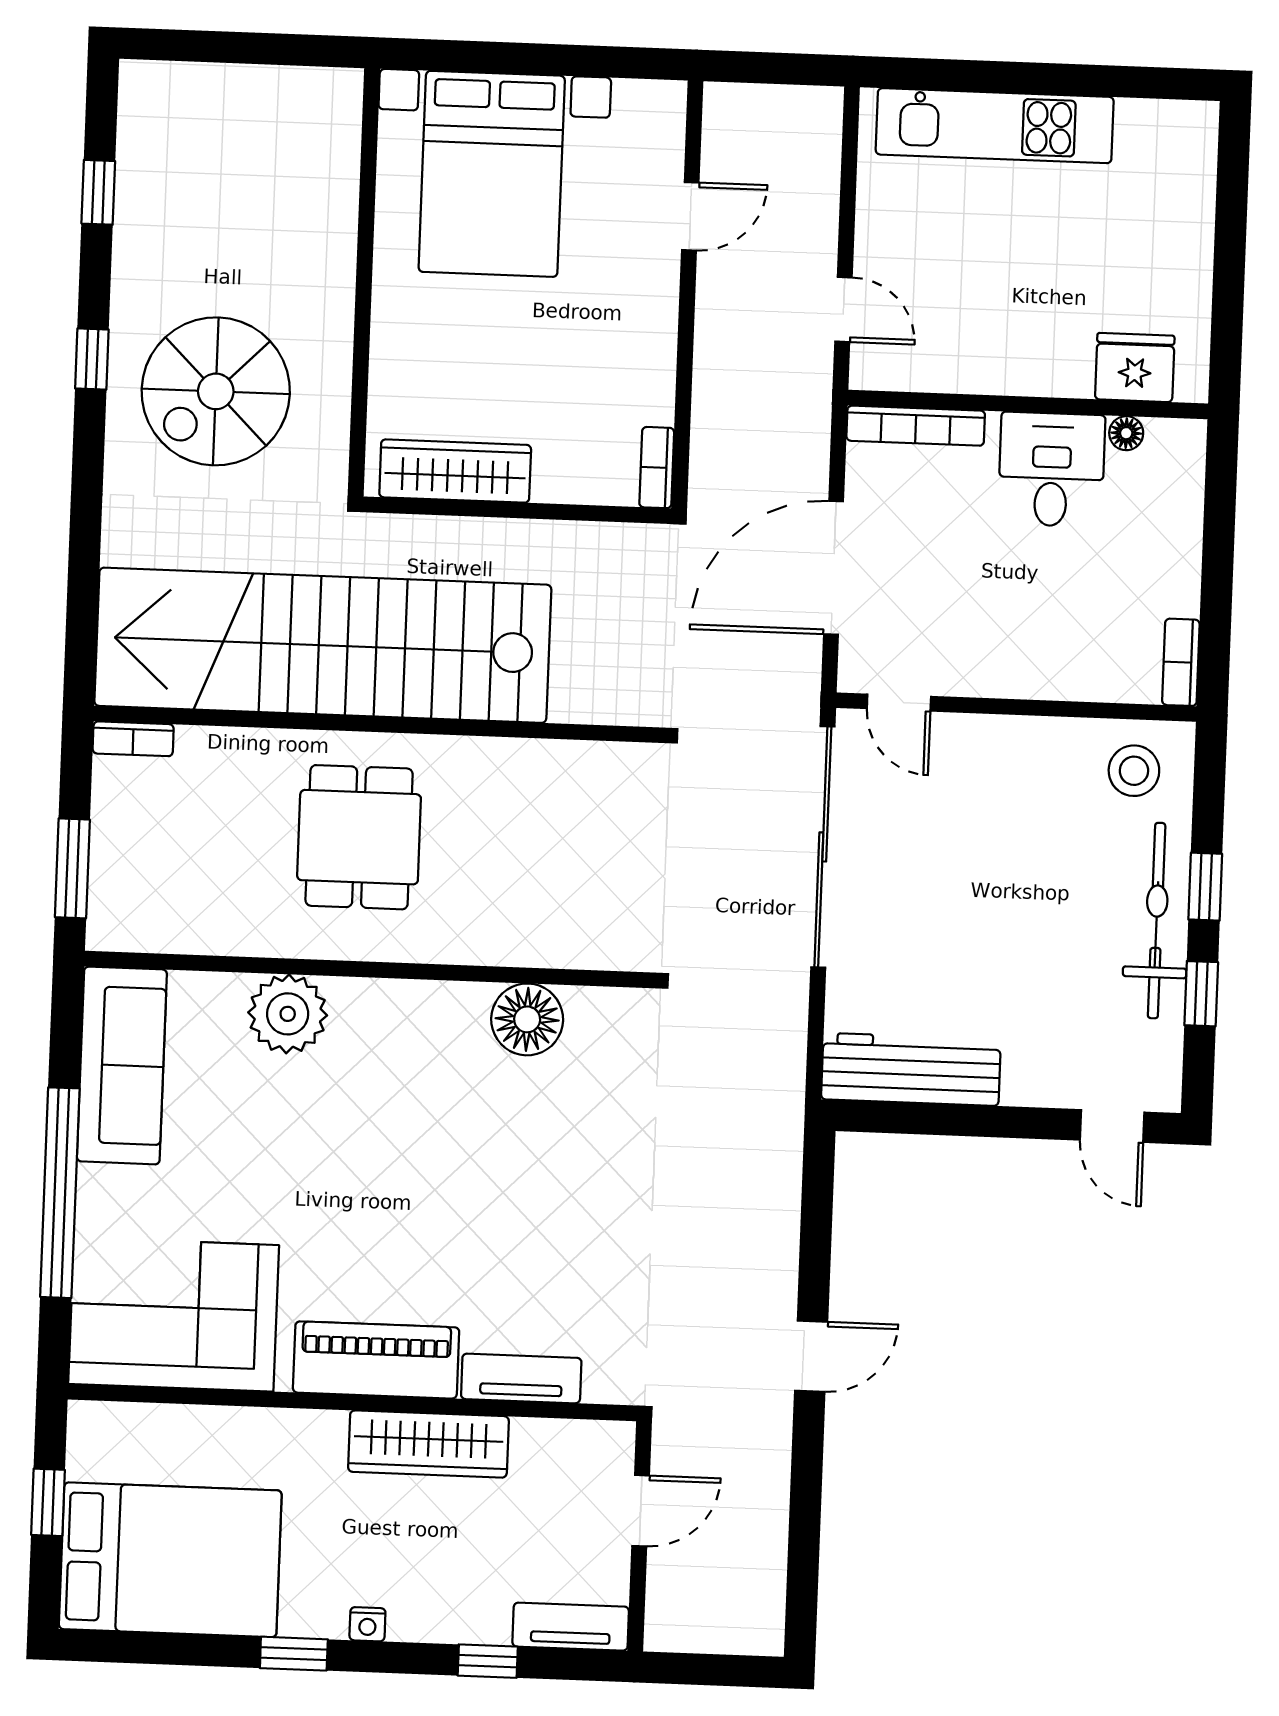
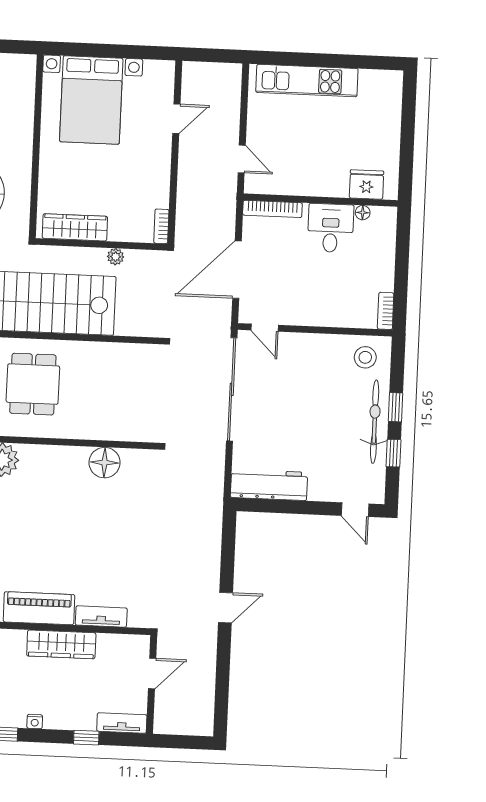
plant: (550, 539) -> (116, 257), added

